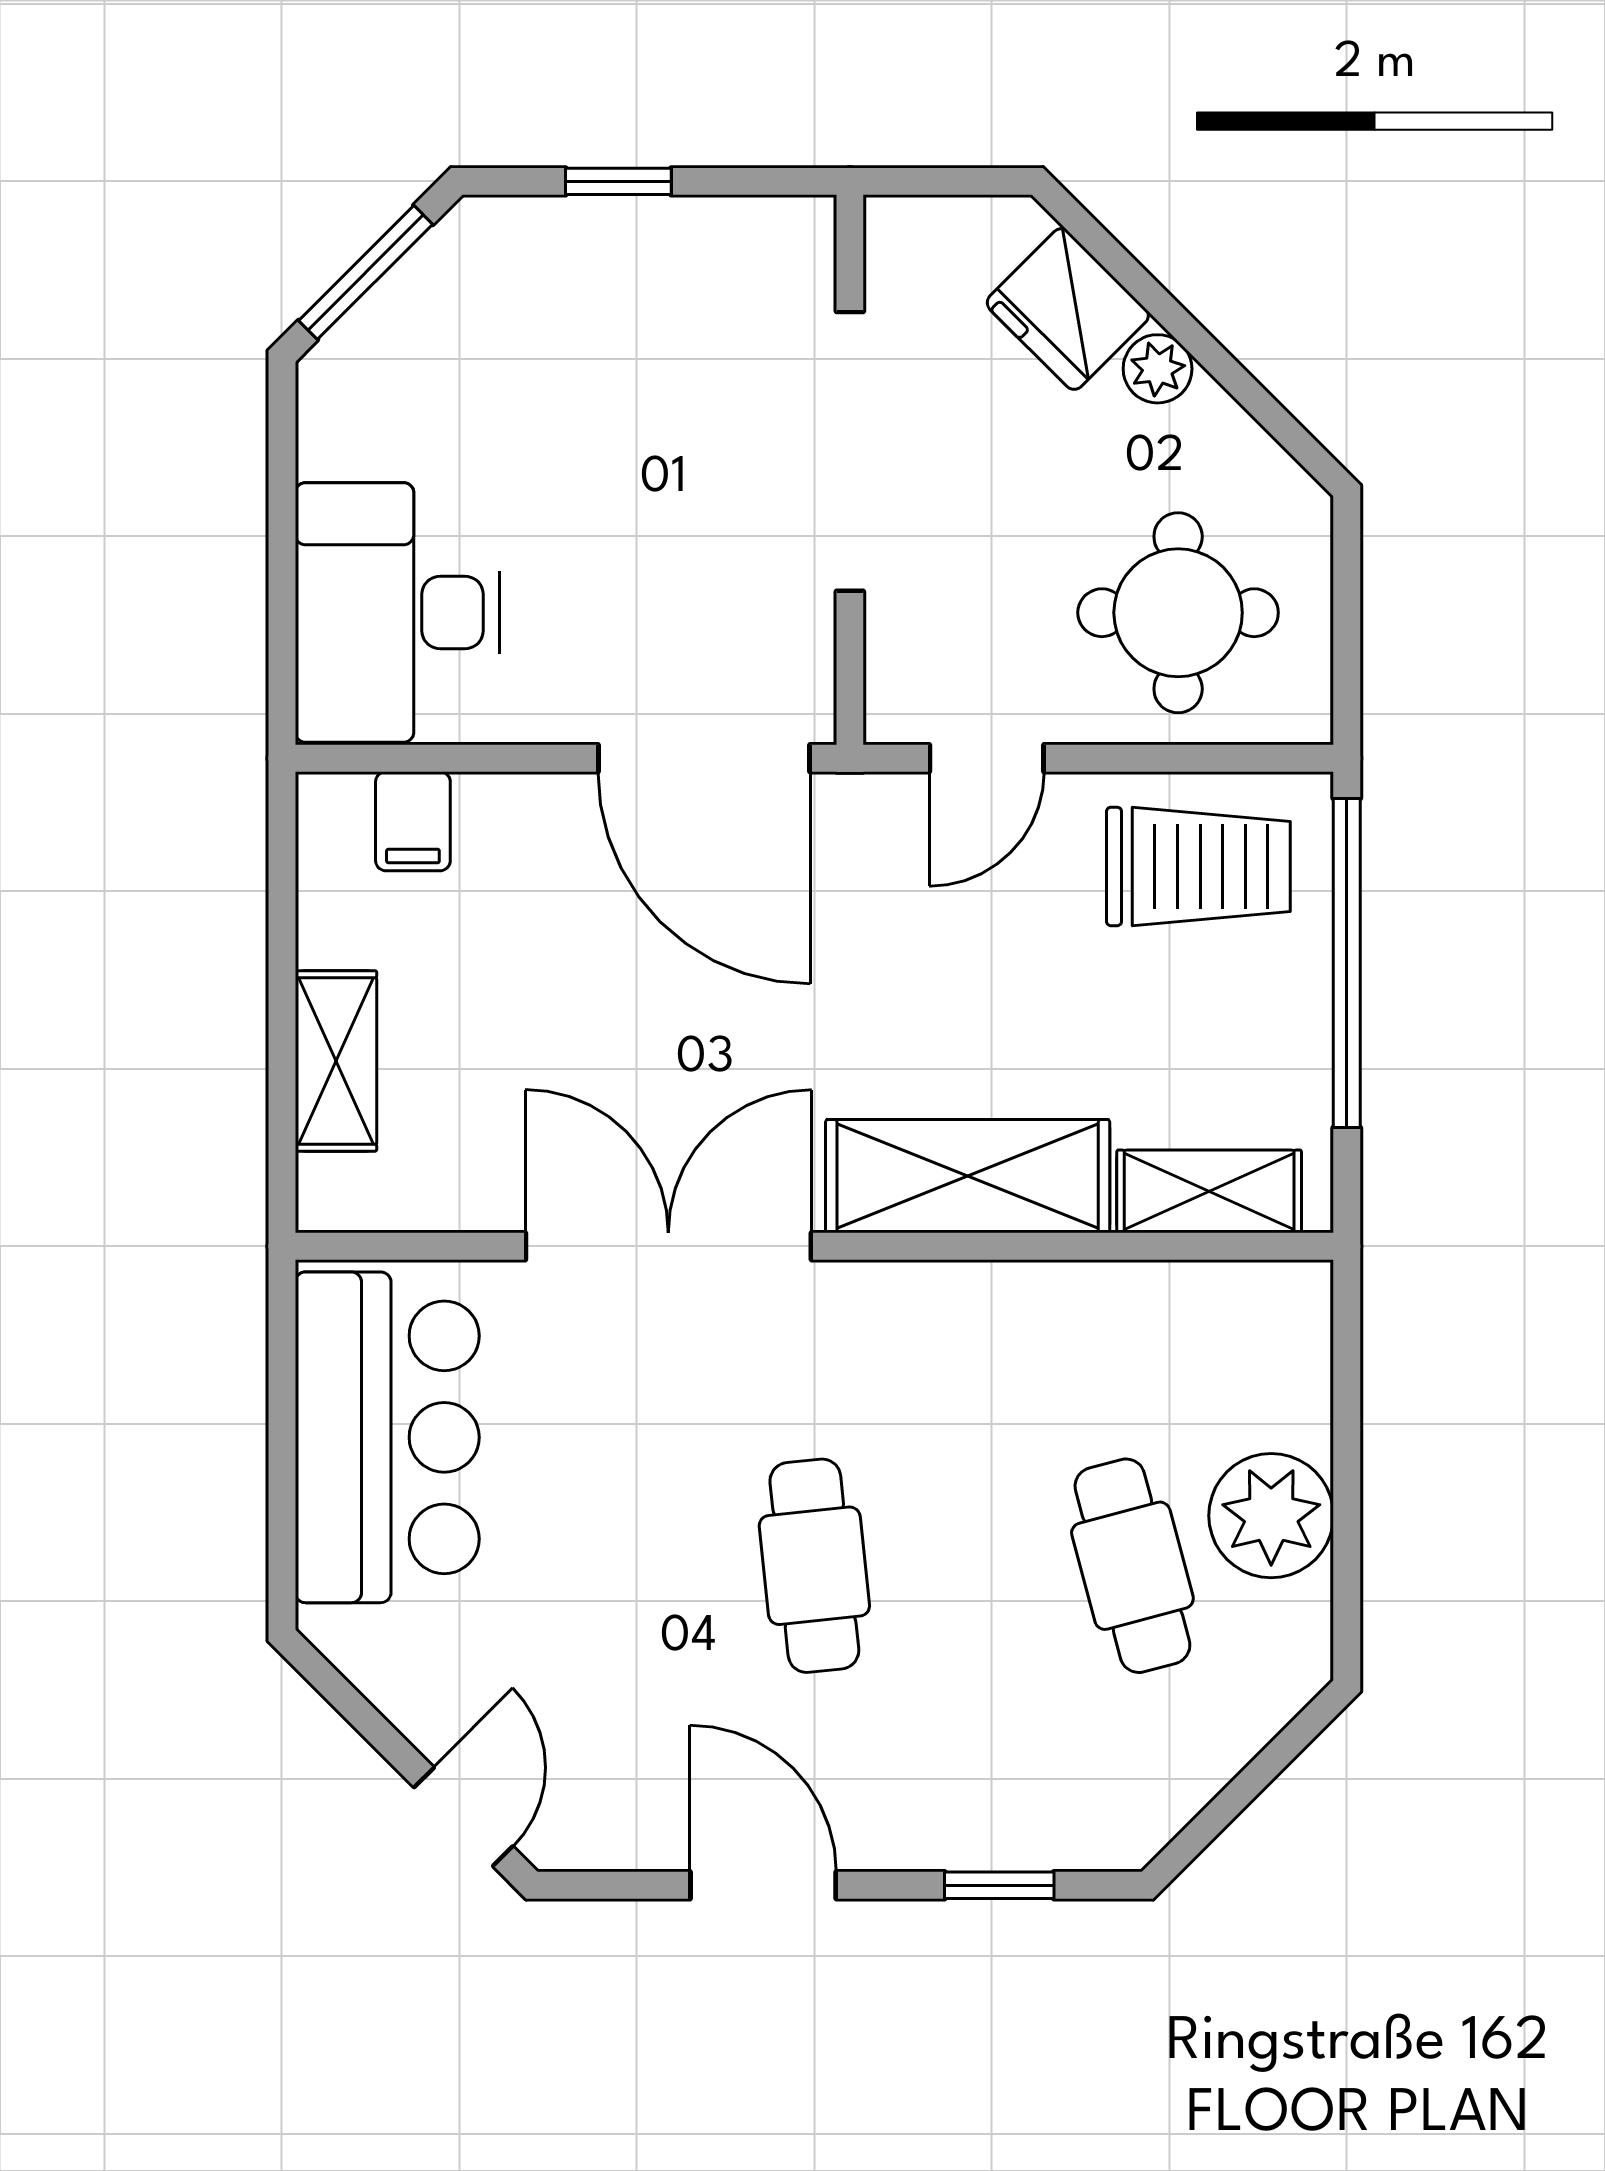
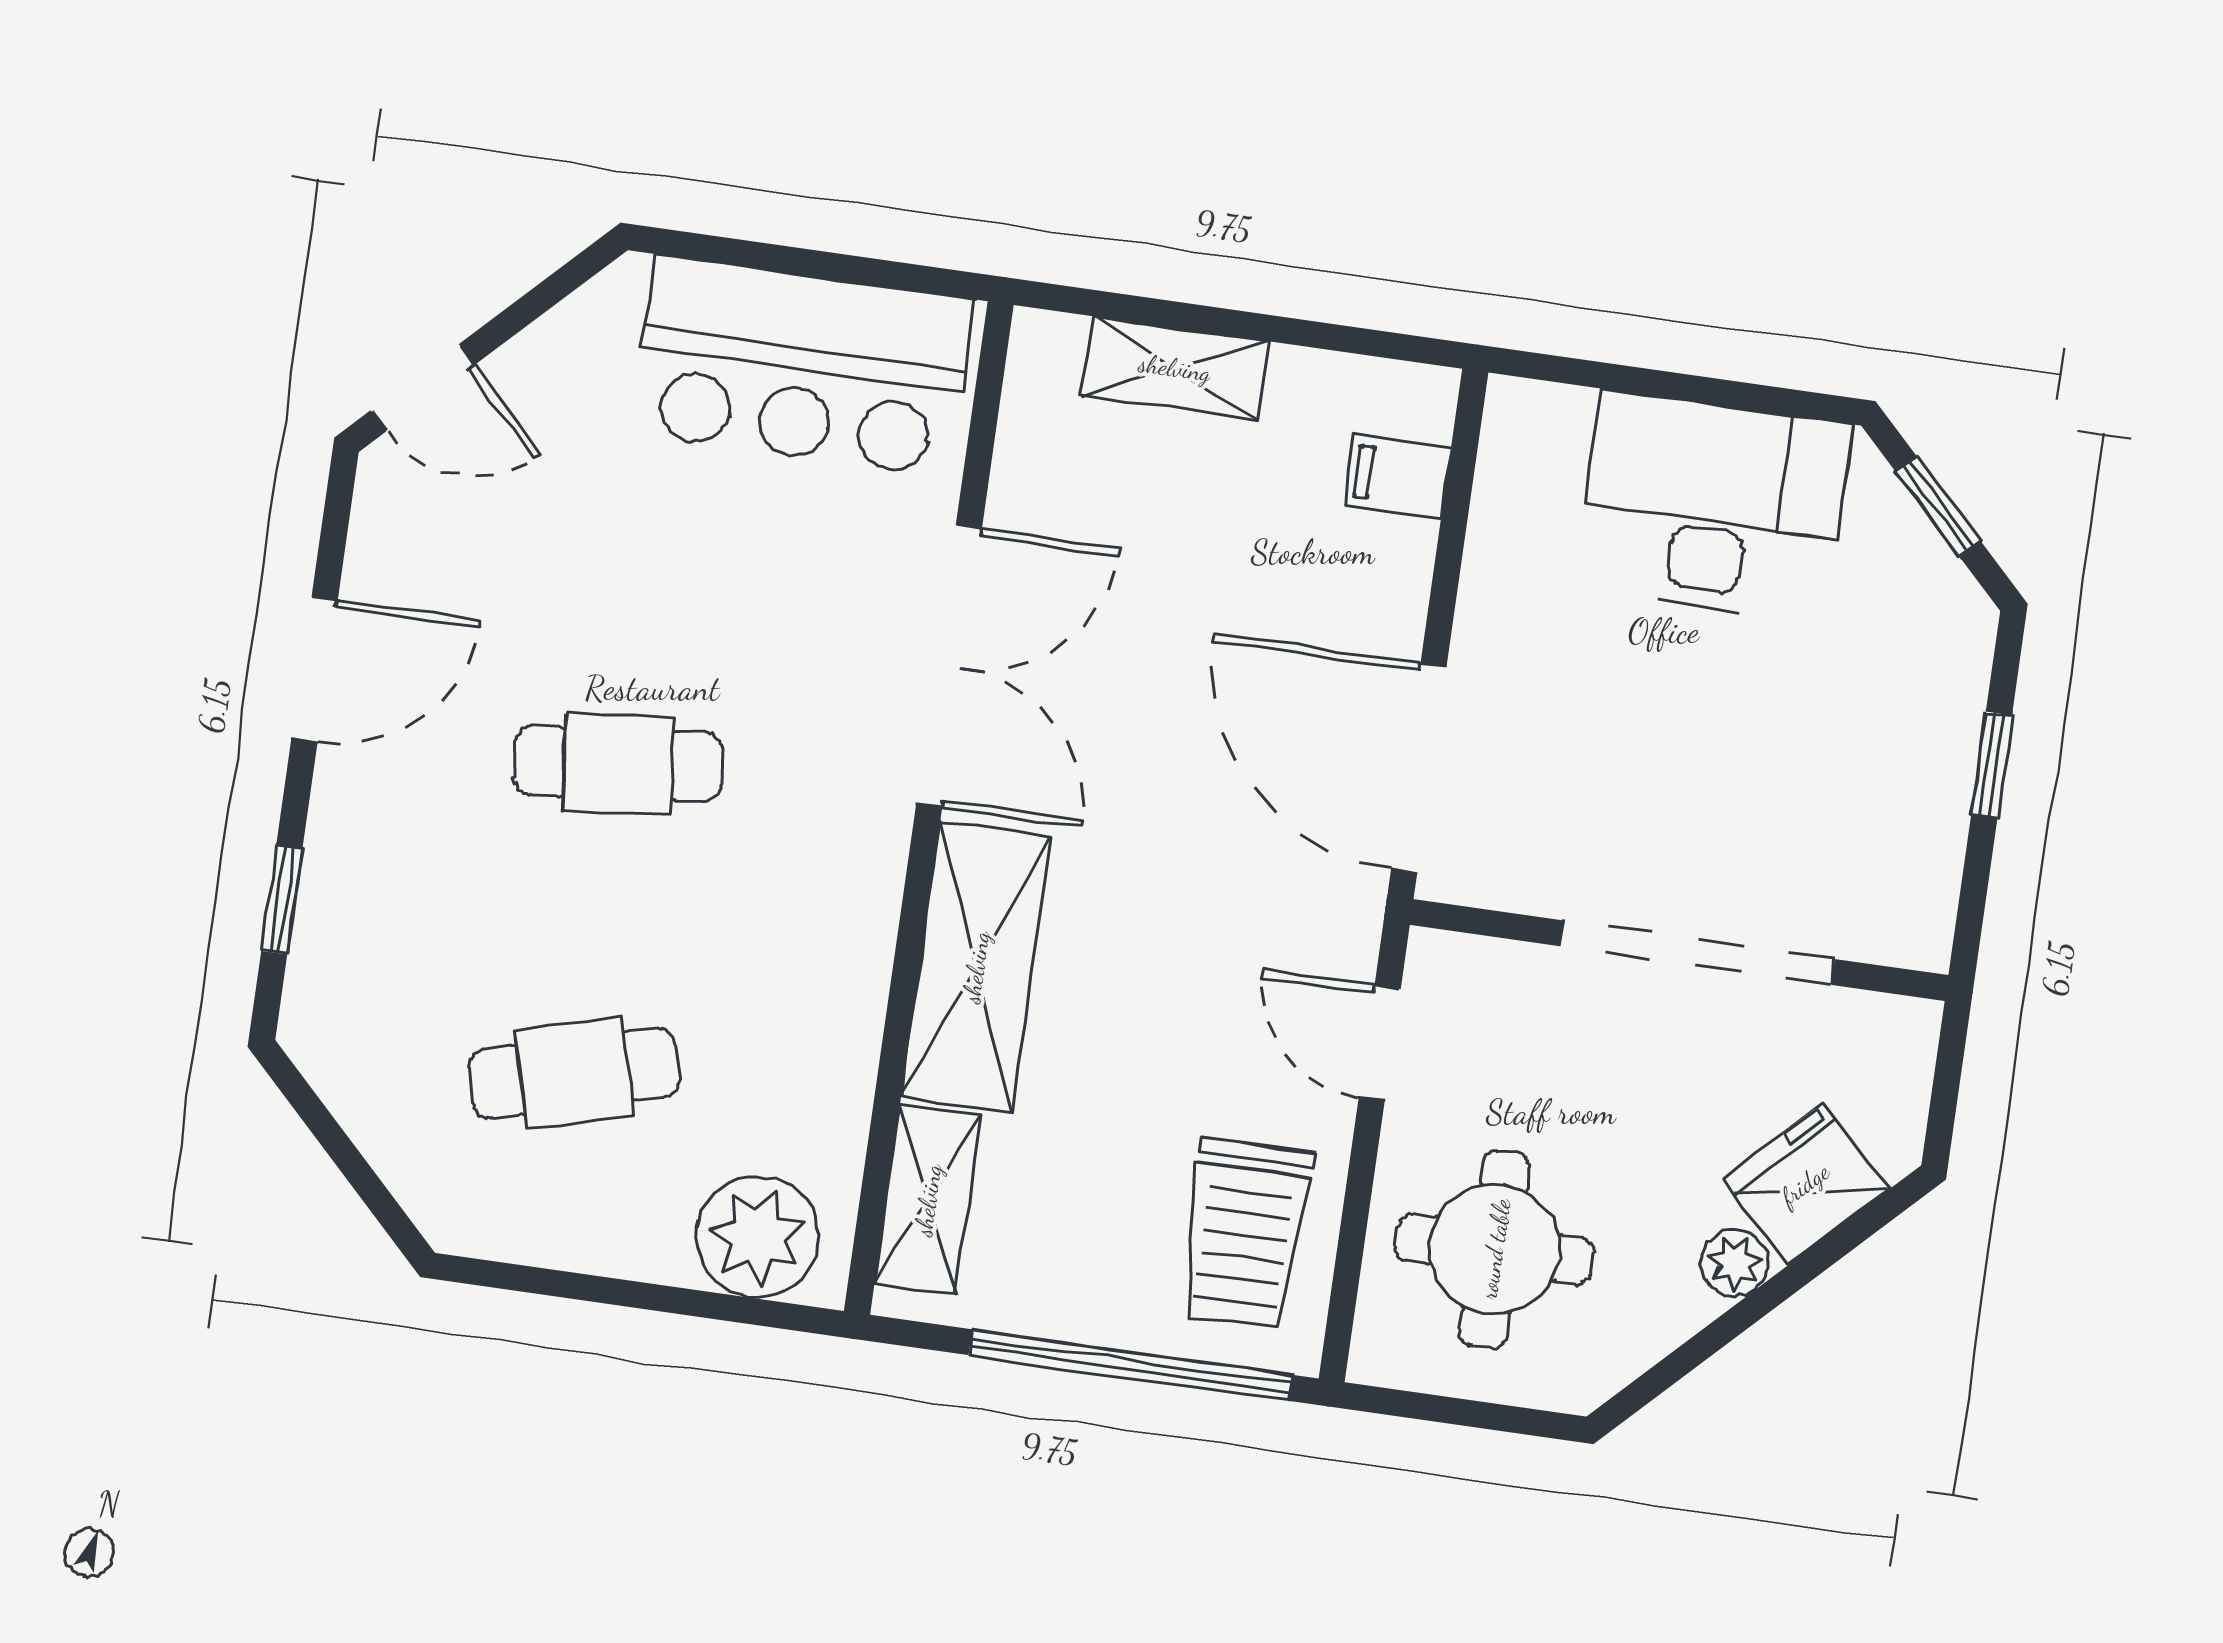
window: (366, 272) -> (1938, 506), width x0.67
desk: (397, 612) -> (1713, 506), moved
door: (704, 758) -> (1419, 768), hinge flipped
plant: (1271, 1516) -> (757, 1237), moved

